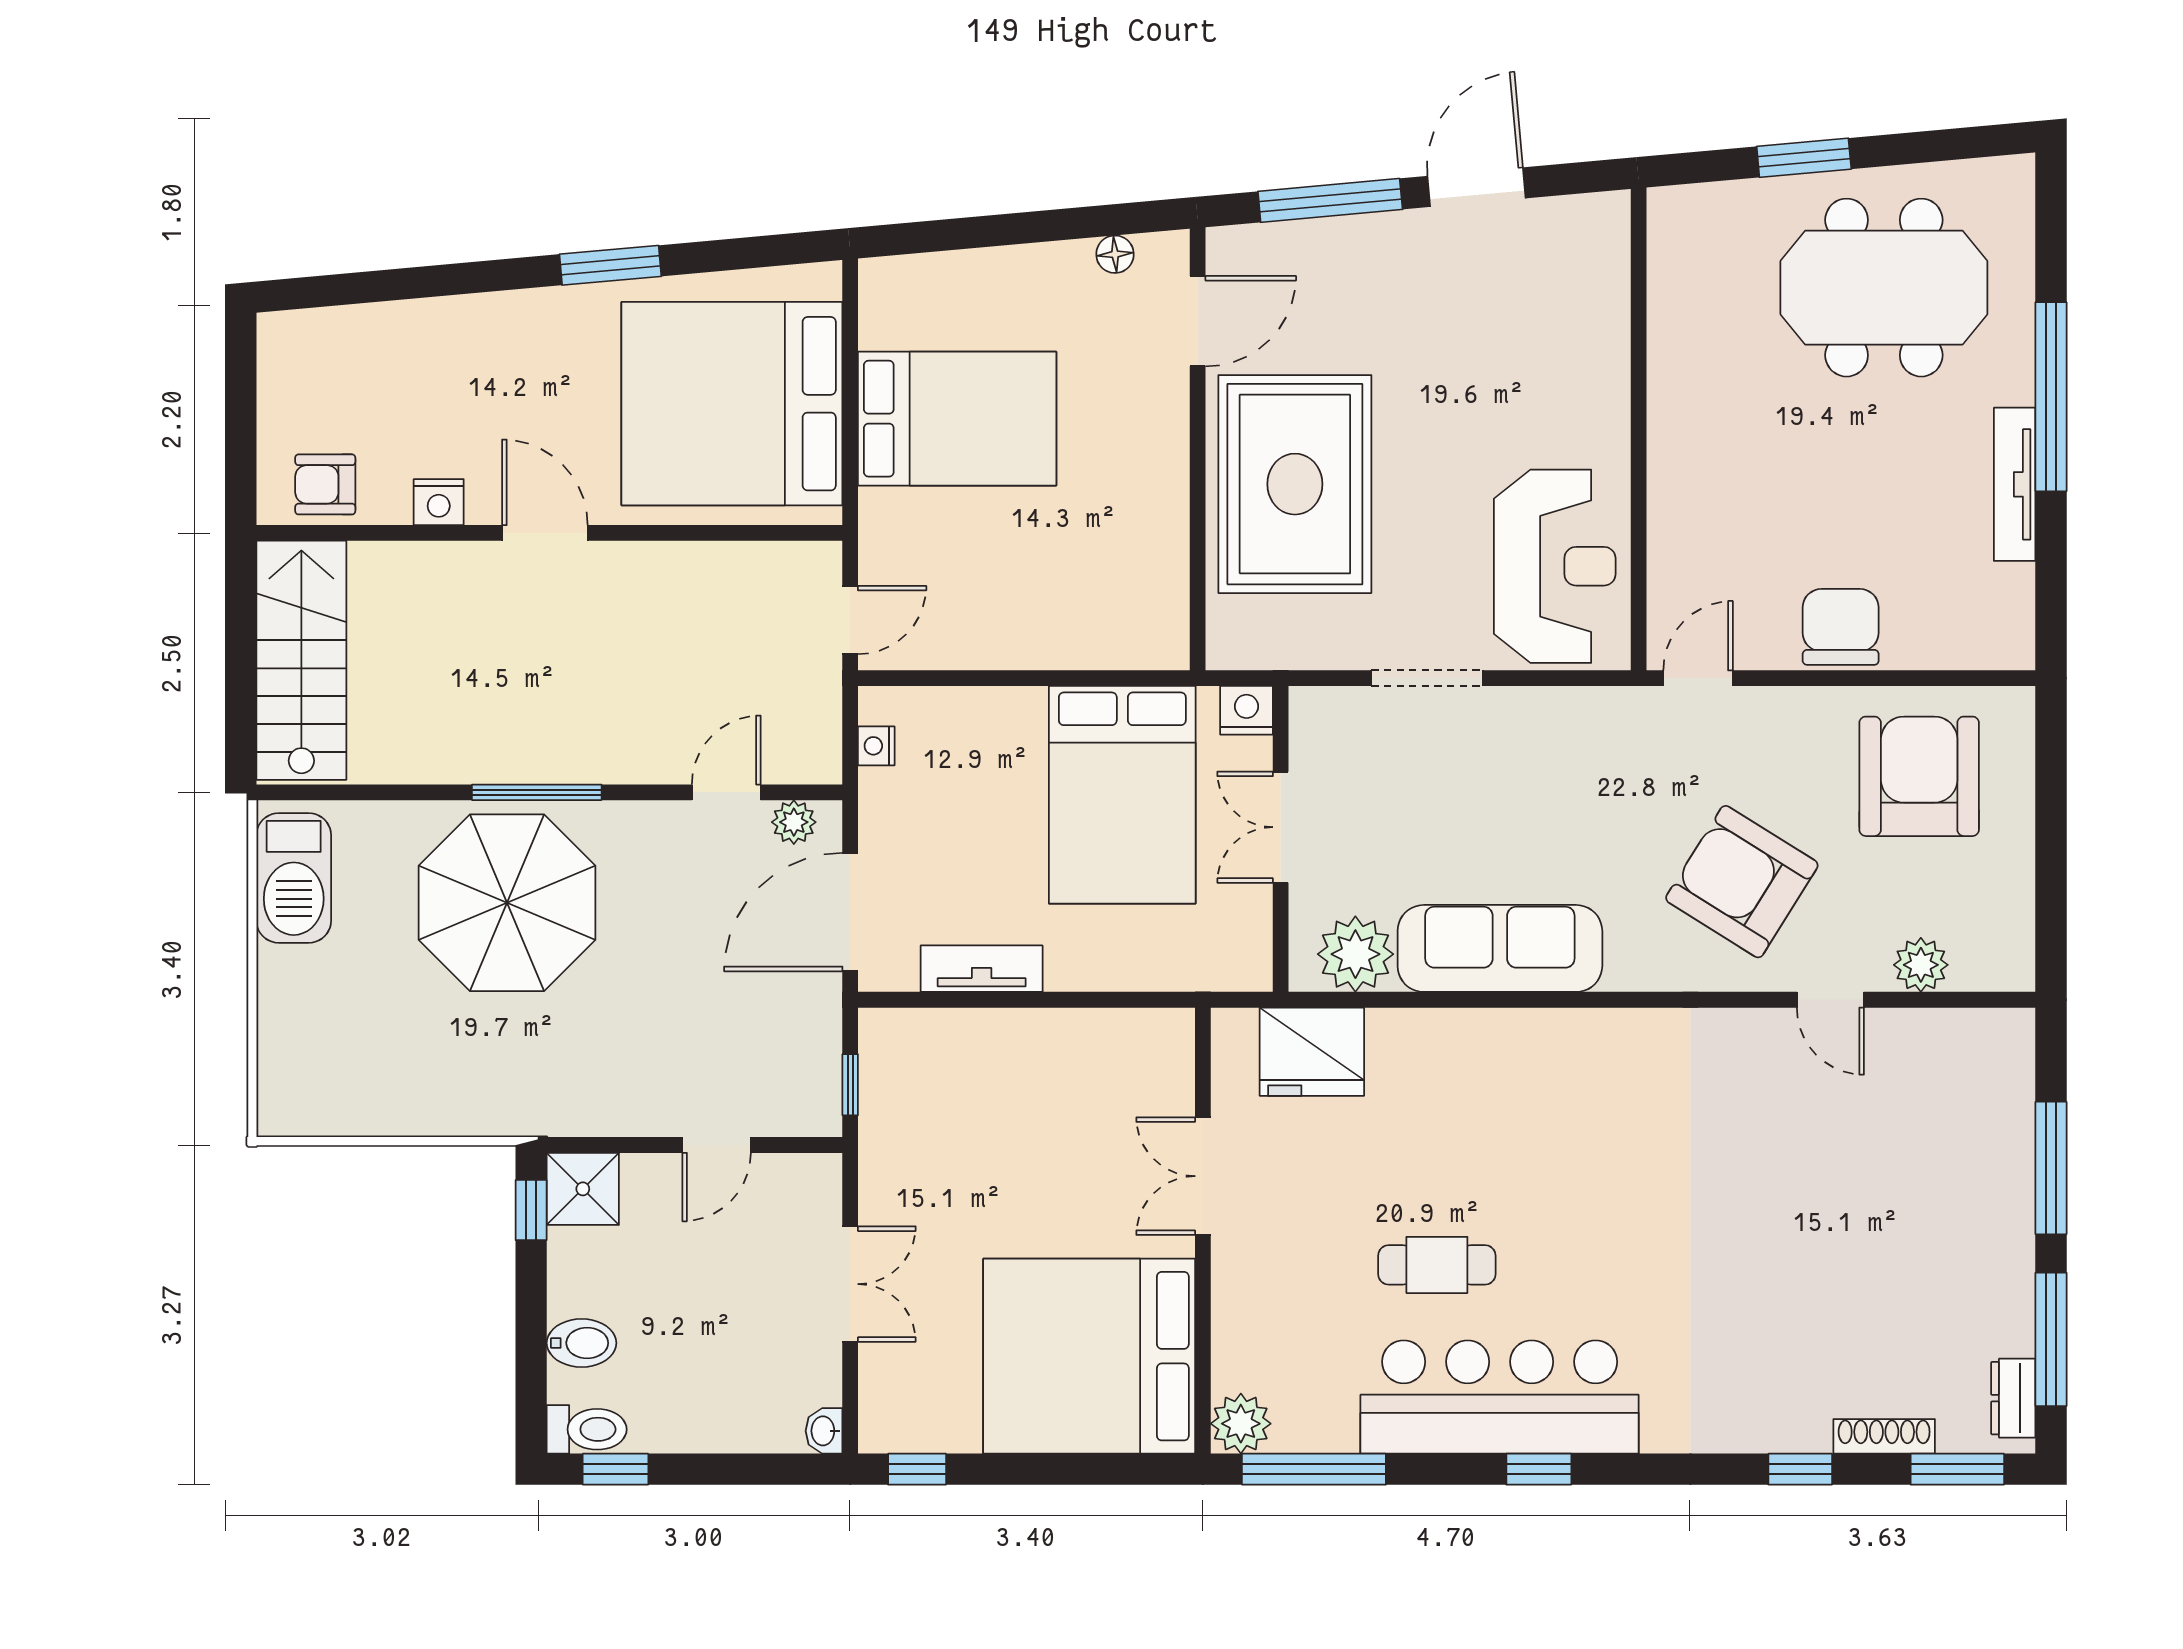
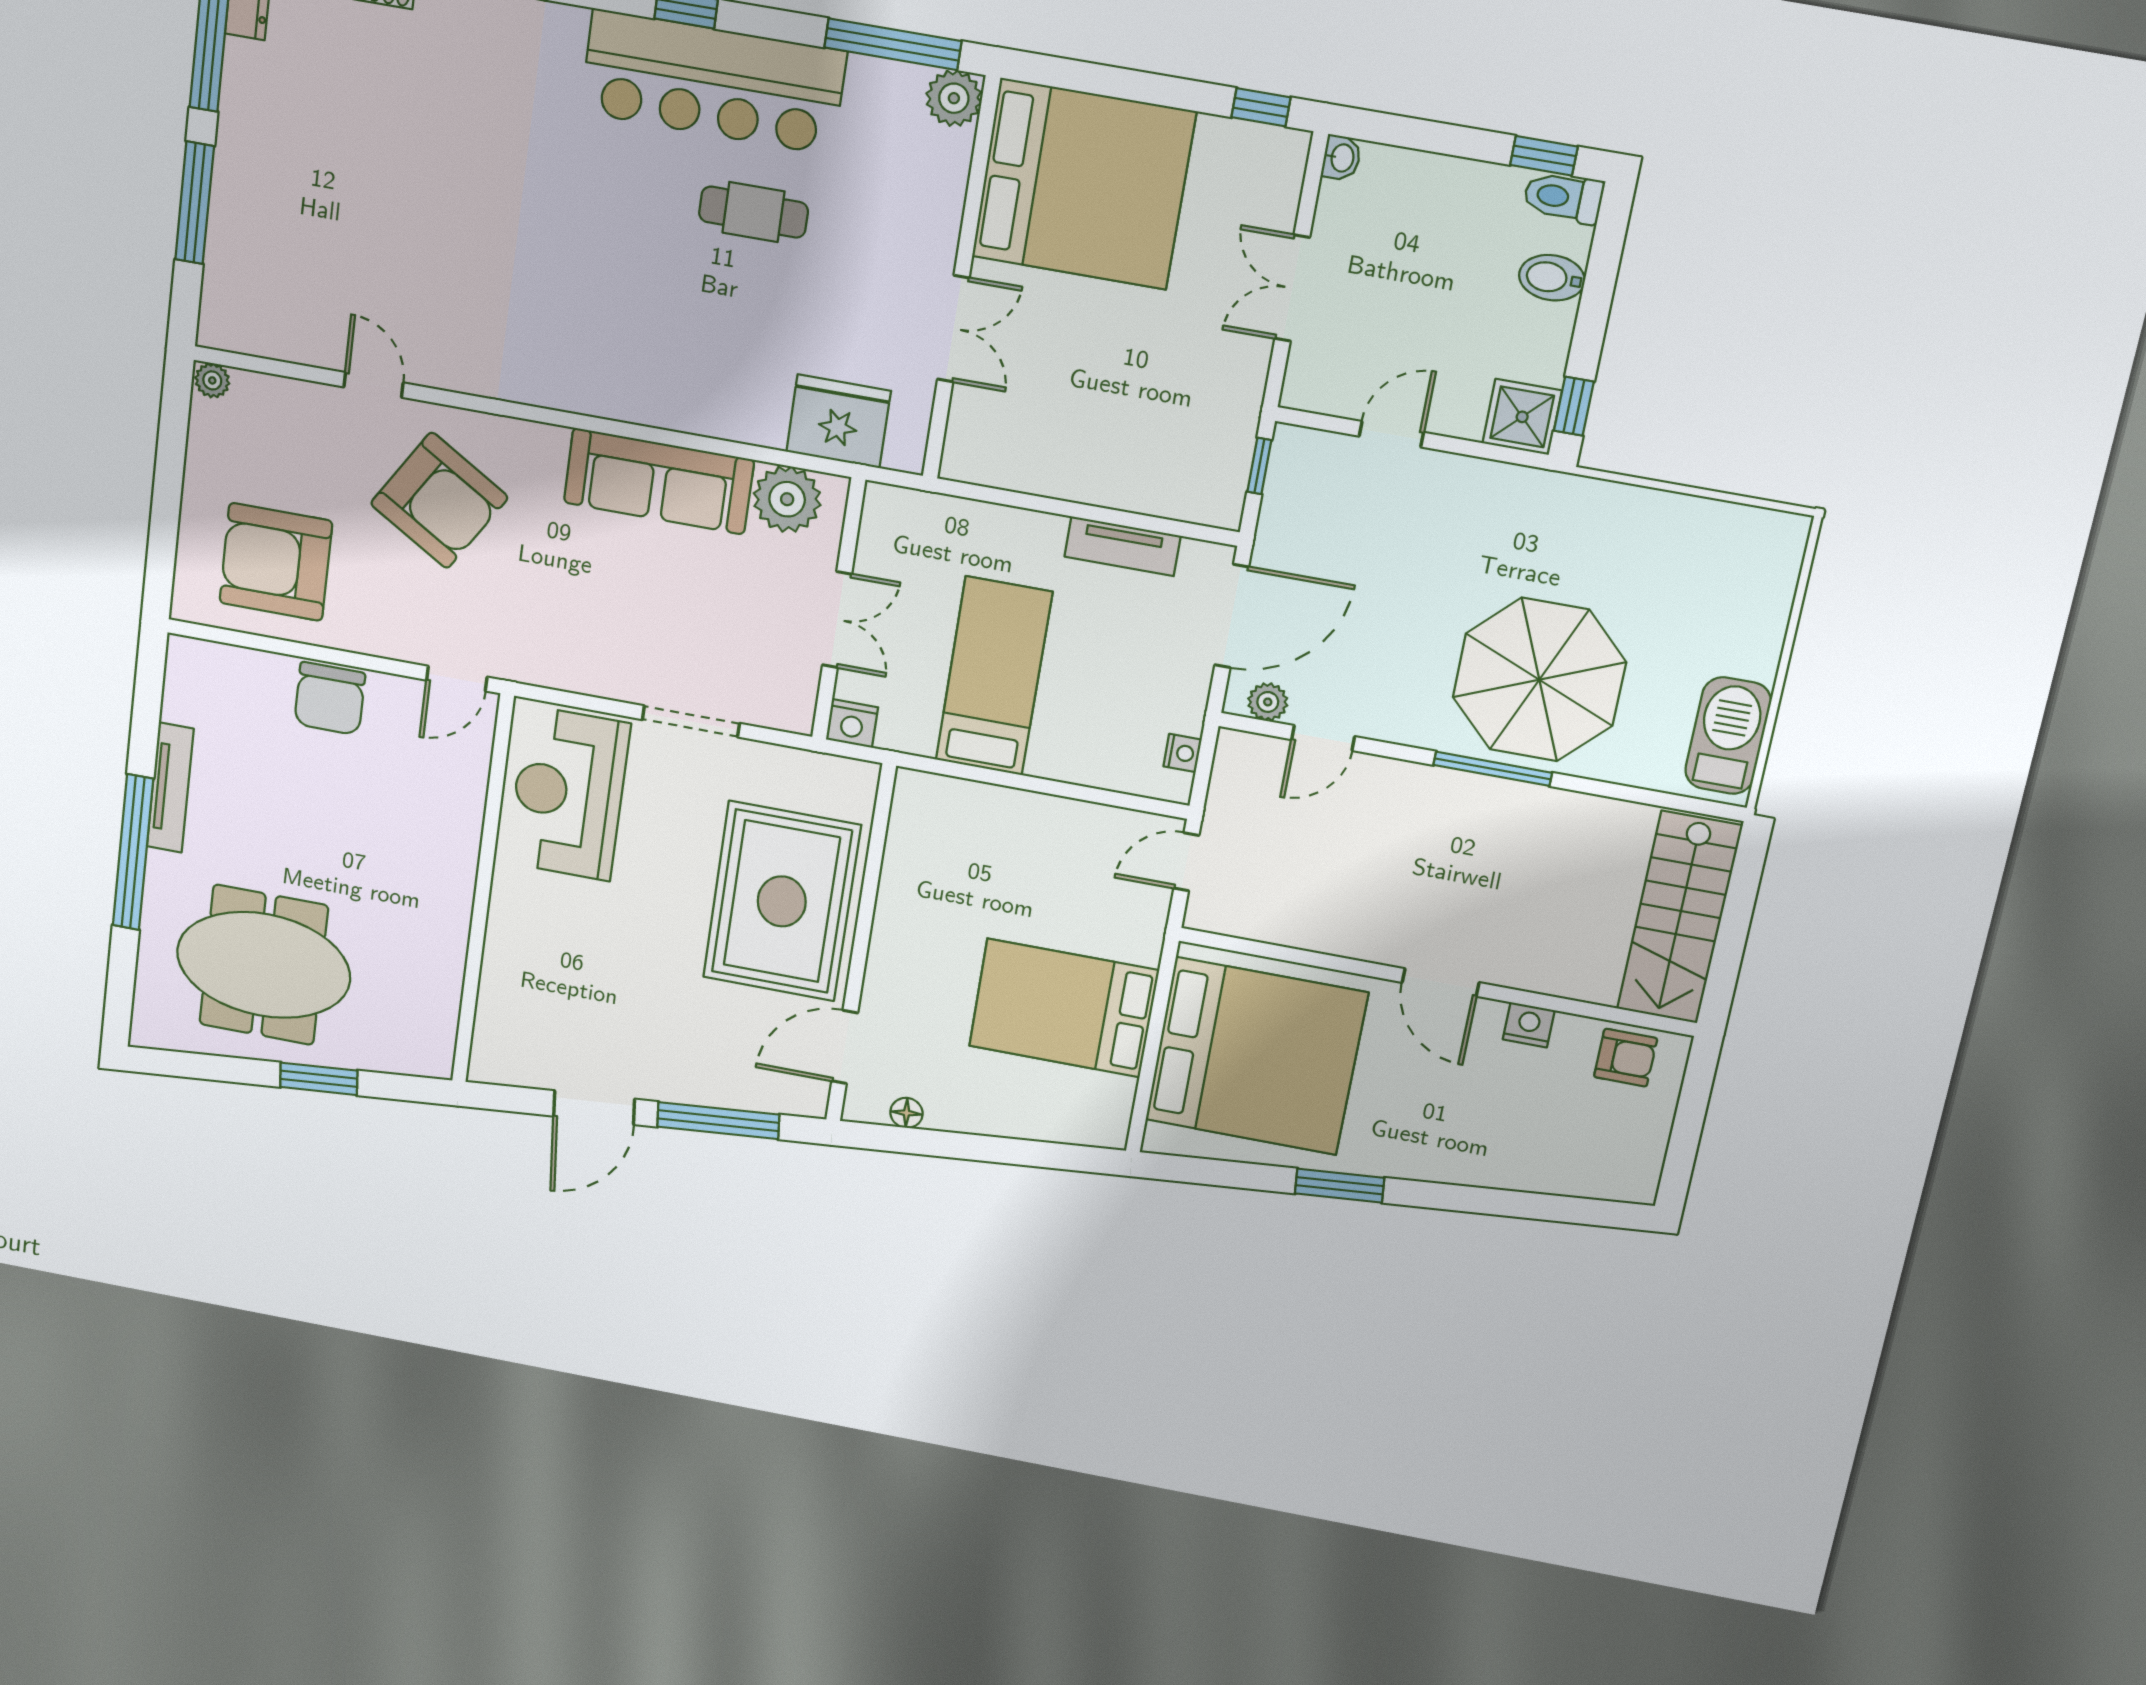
armchair: (1919, 776) -> (276, 562), turned 90
bed: (1122, 795) -> (994, 676), width x0.67
plant: (1921, 965) -> (212, 380), moved, width x0.73, depth x0.73

